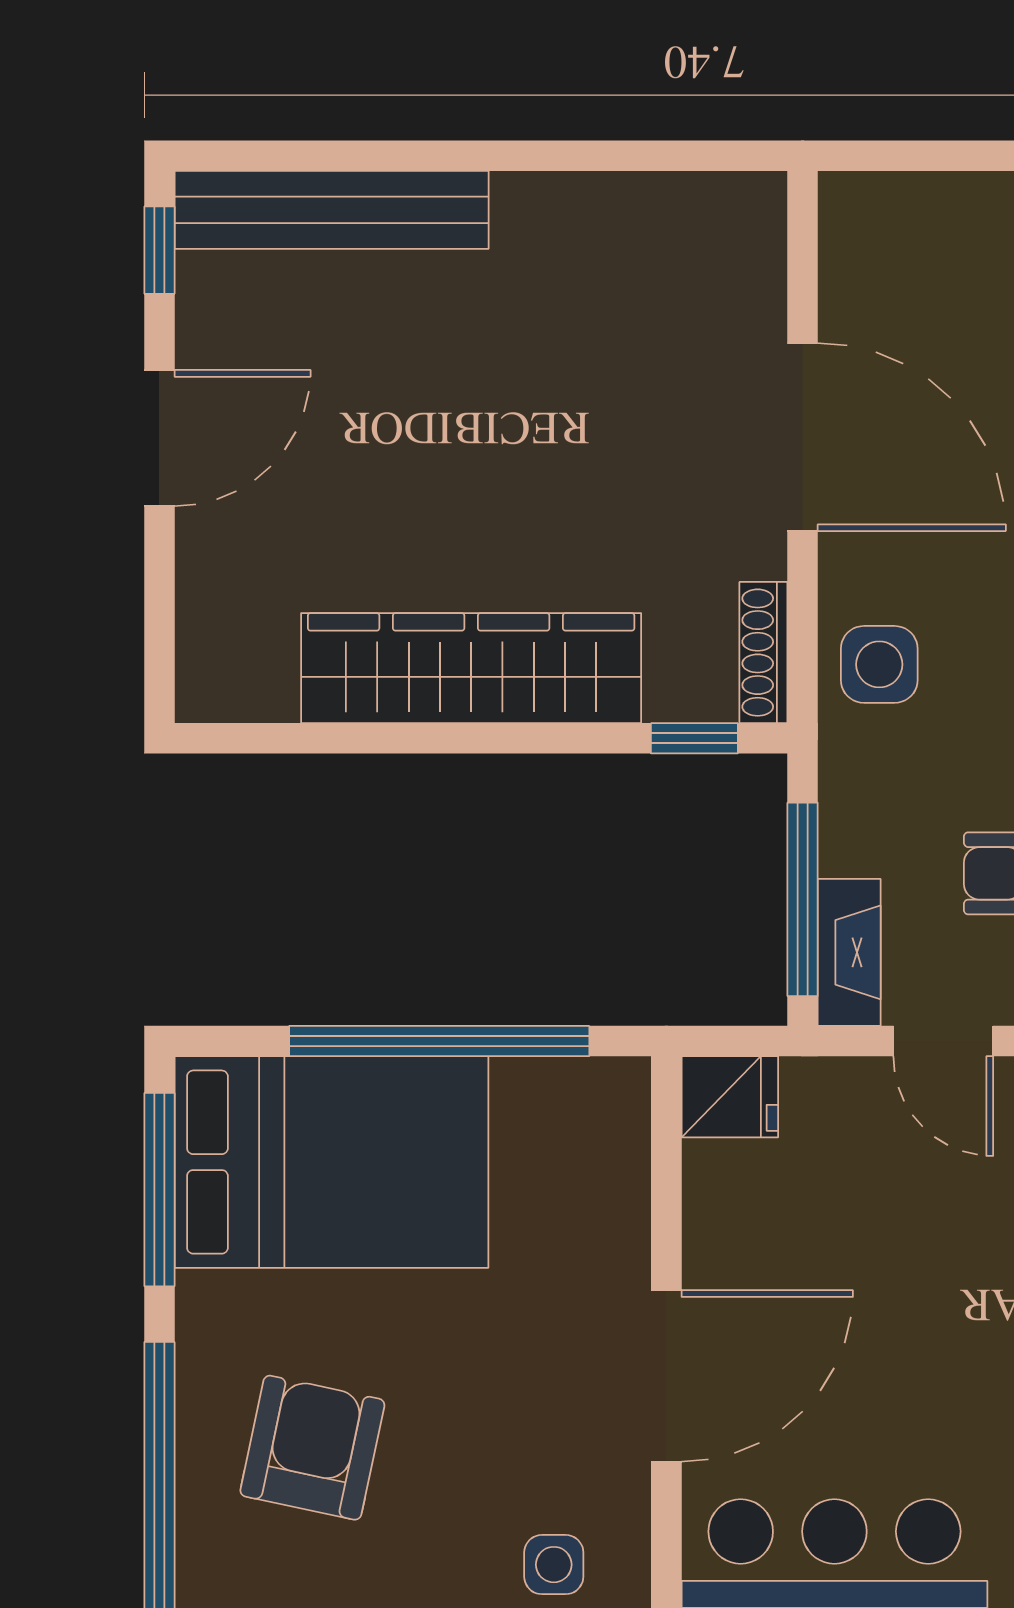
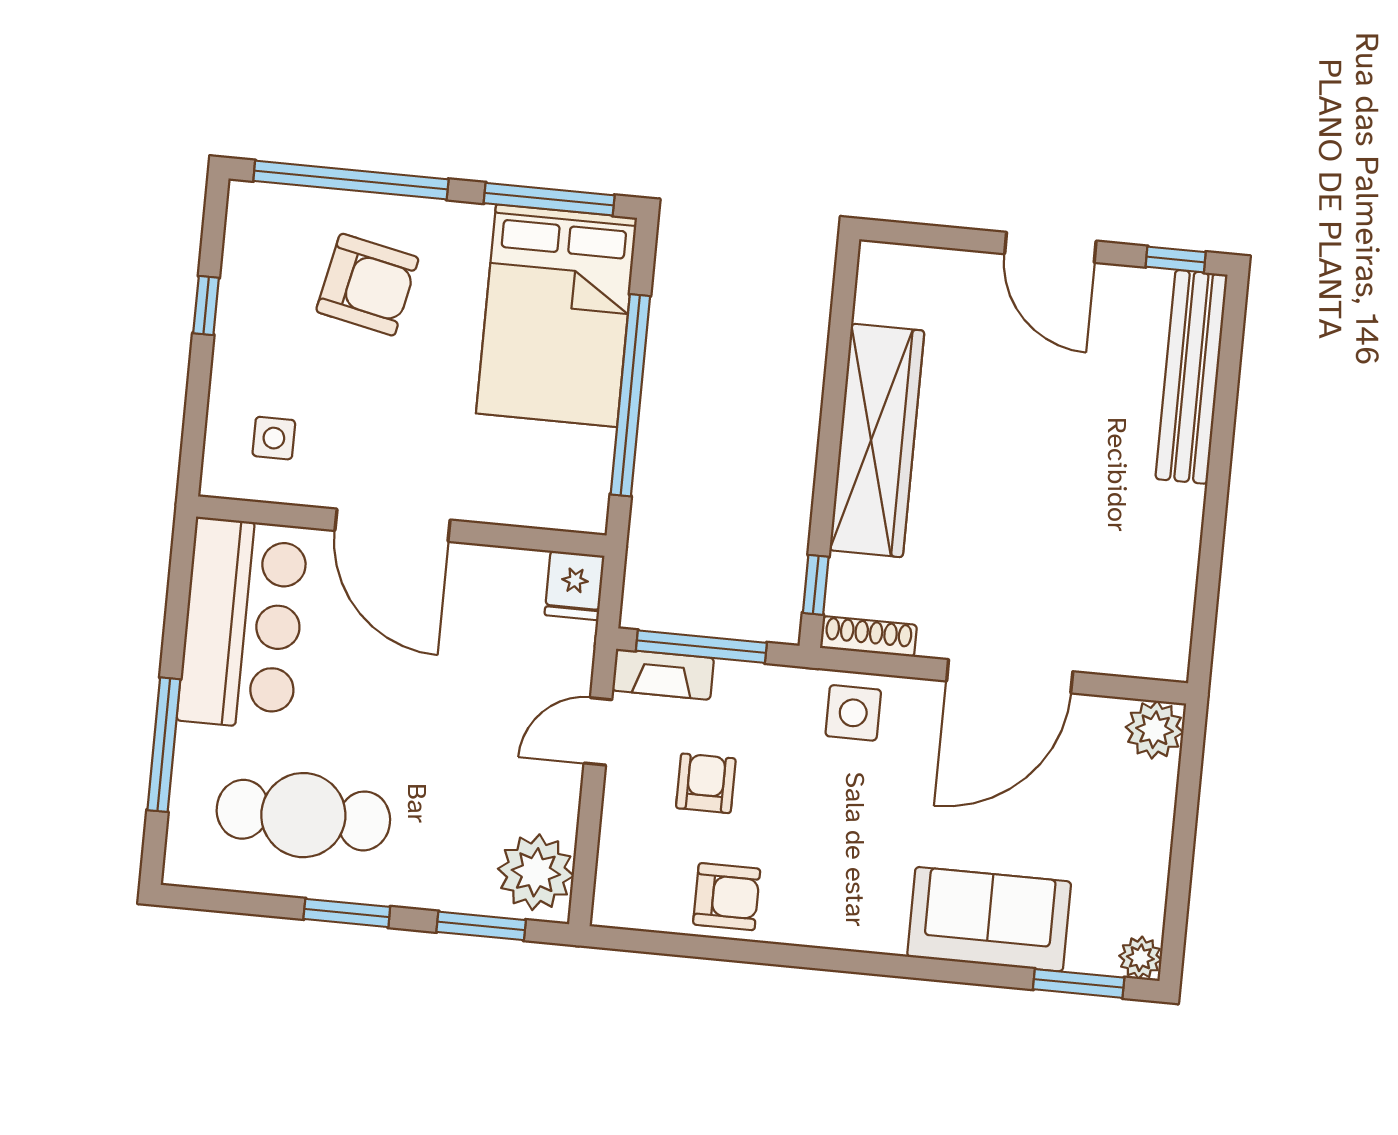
plant: (861, 214) -> (1154, 730), added

